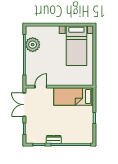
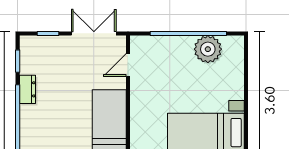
door: (41, 87) -> (128, 65), swing flipped

